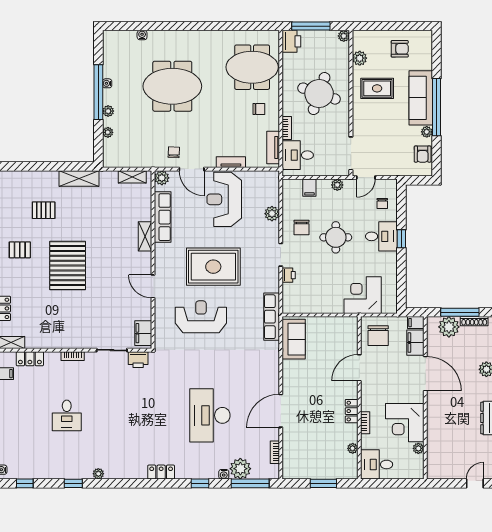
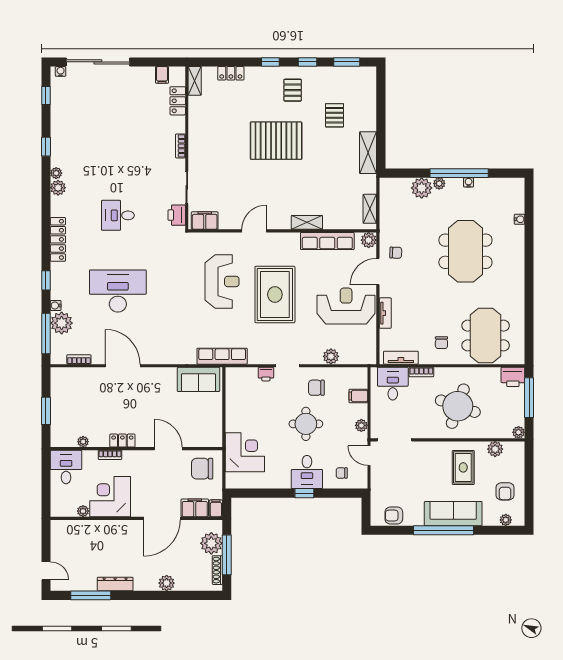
plant: (108, 132) -> (422, 188), width x1.88, depth x1.88
plant: (427, 132) -> (506, 520), moved
desk: (67, 415) -> (118, 215), moved
plant: (112, 472) -> (58, 188), added
locker: (161, 472) -> (58, 239), width x1.53

